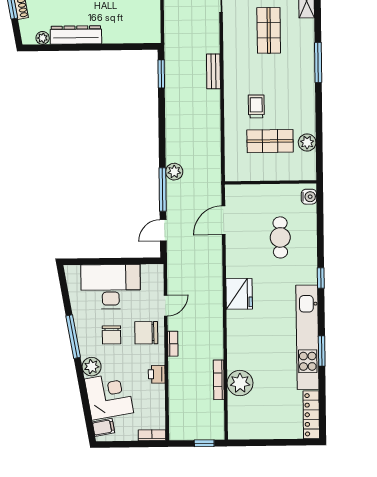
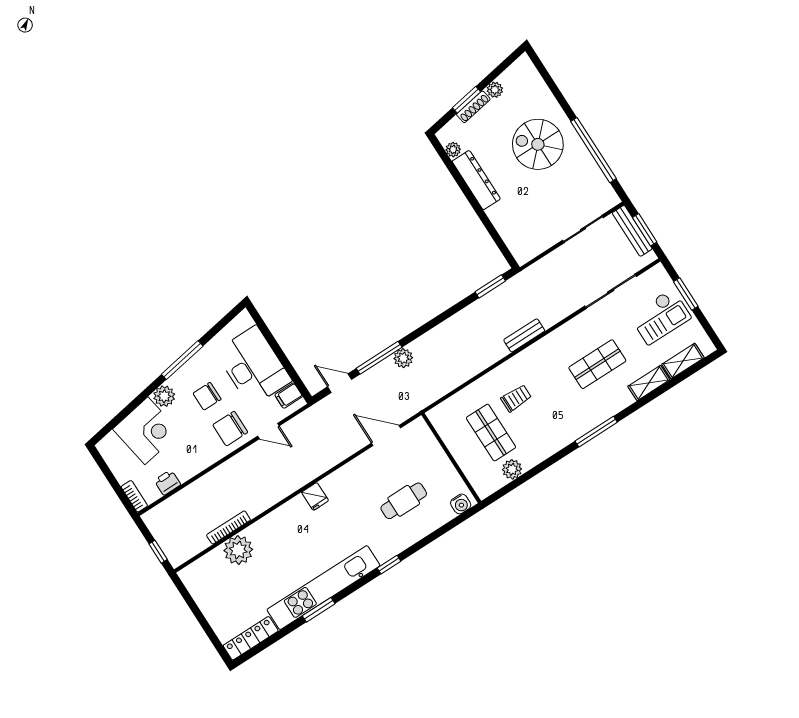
fridge: (239, 294) -> (315, 496), width x0.53, depth x0.75
chair: (146, 333) -> (230, 429), turned -90
bookcase: (173, 344) -> (236, 461), removed
printer: (157, 374) -> (167, 482), moved
filing cabinet: (103, 427) -> (289, 396), moved, turned 100

